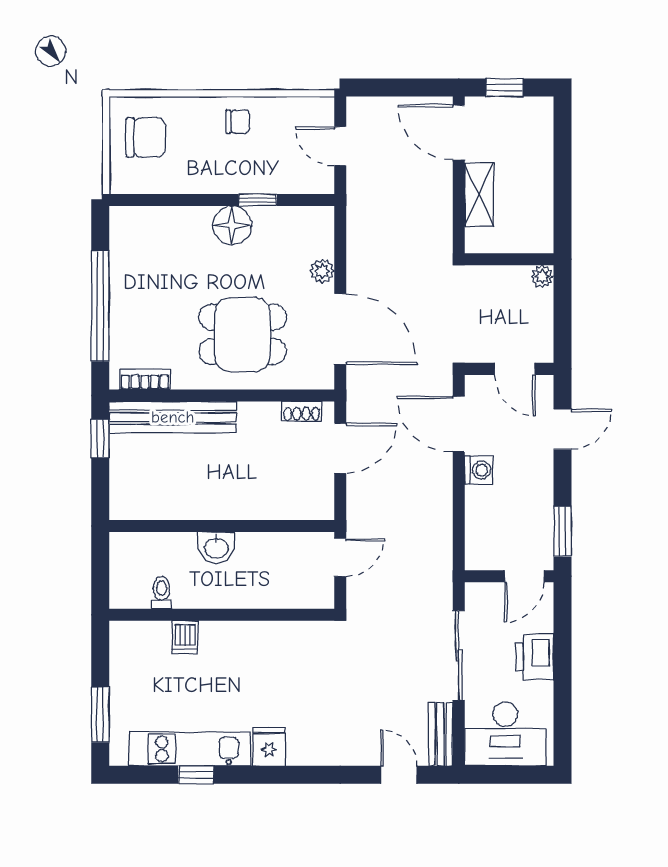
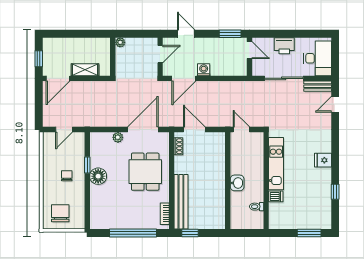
chair: (238, 122) -> (67, 176), moved
kitchen unit: (190, 749) -> (276, 164), moved, turned 180

